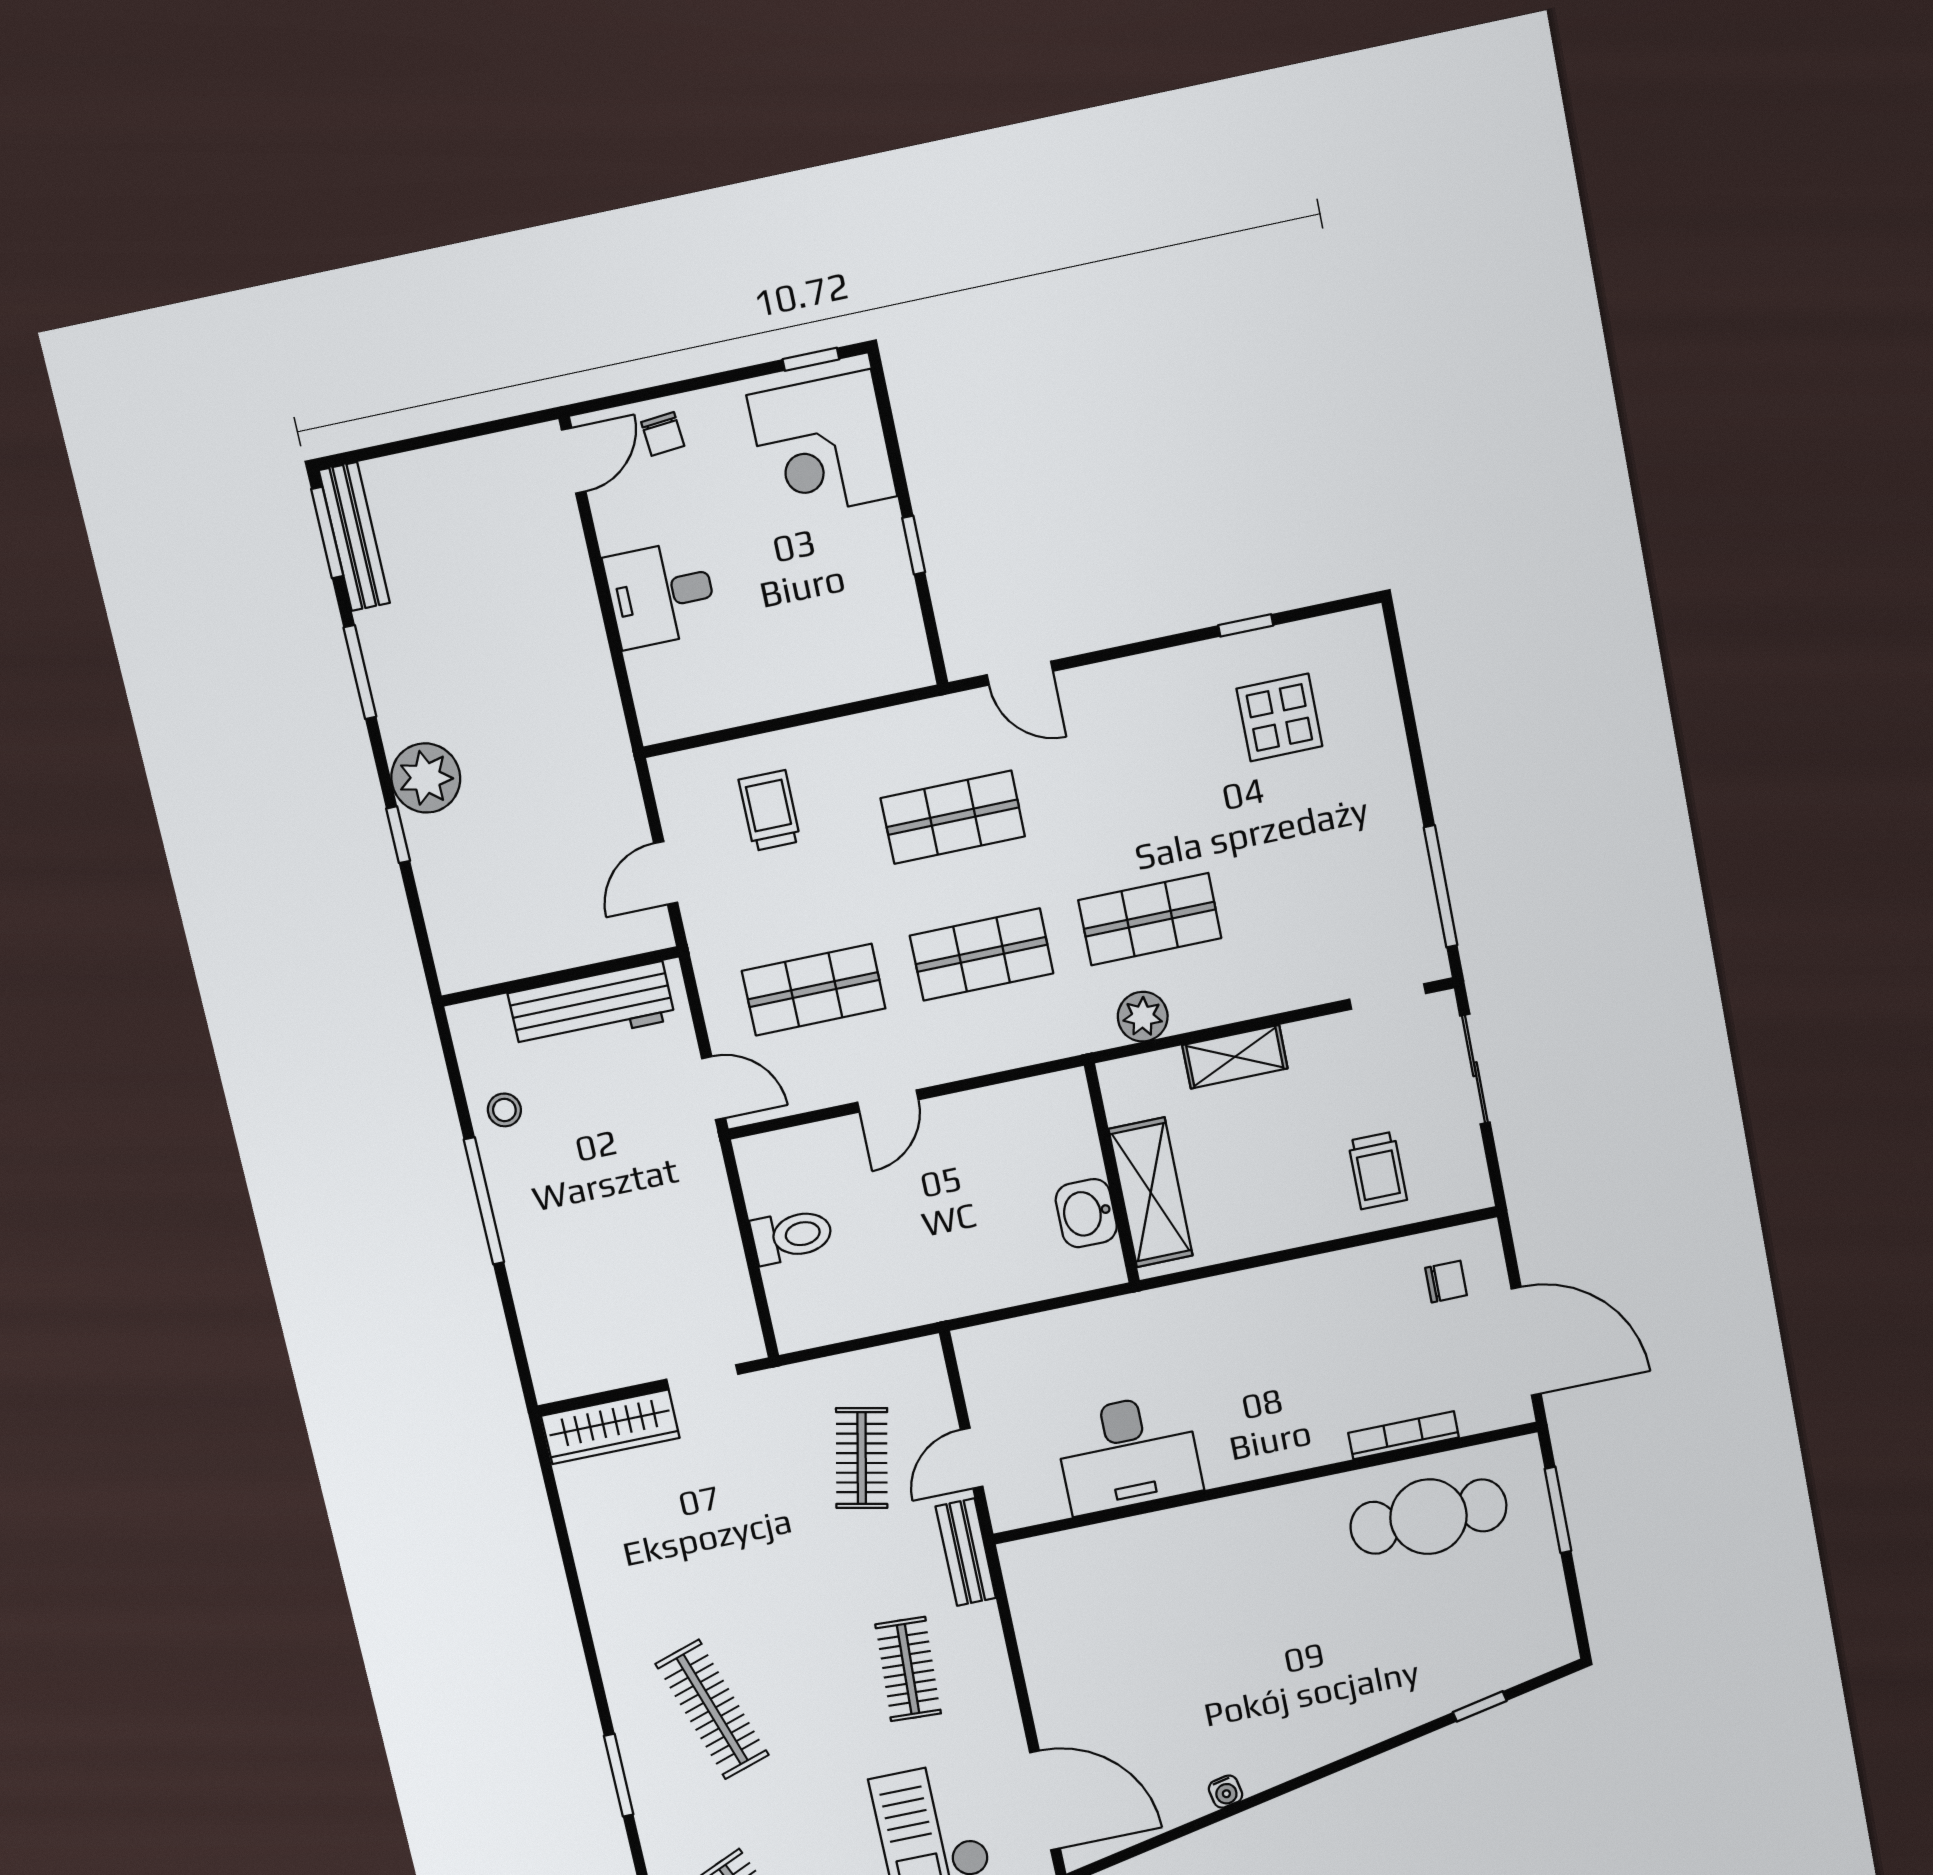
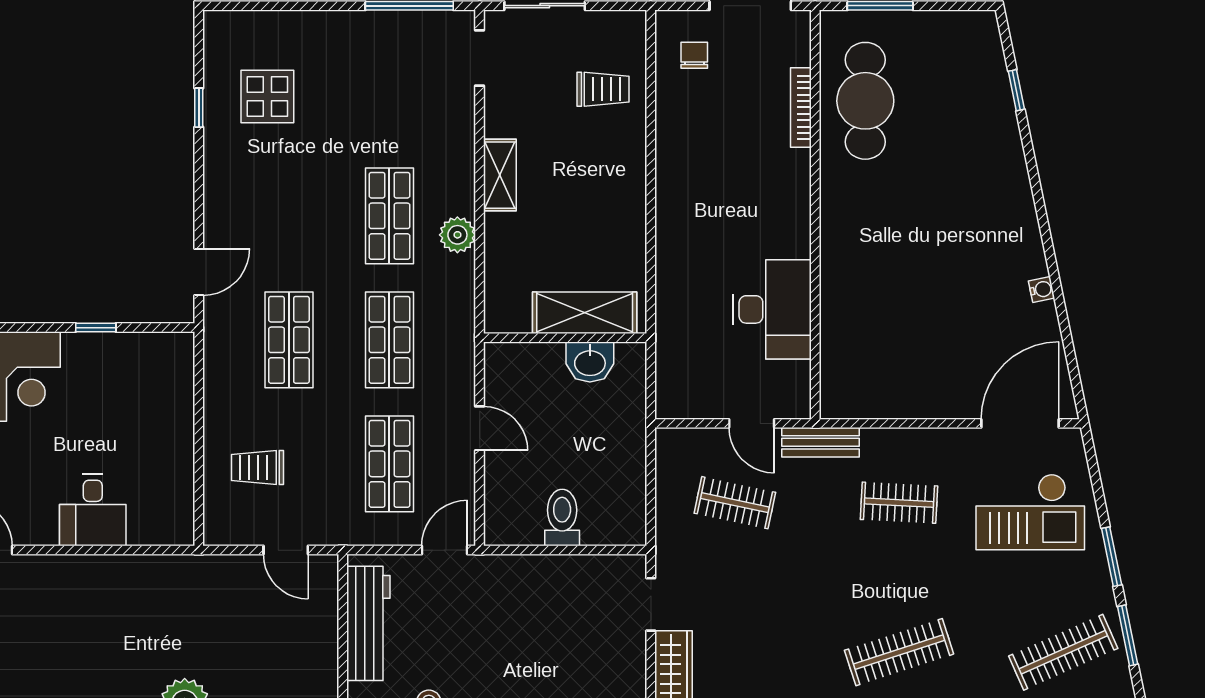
wall: (1112, 1173) -> (565, 338), moved
shelving: (1151, 1192) -> (585, 313), moved
washbasin: (1086, 1213) -> (590, 362), moved

